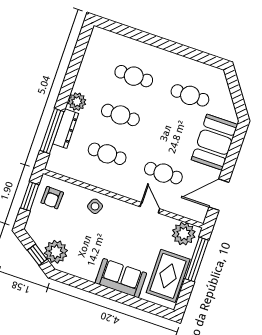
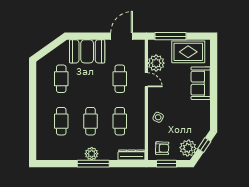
dresser: (66, 129) -> (132, 155), moved
window: (52, 131) -> (93, 164), moved
door: (219, 195) -> (122, 36), swing flipped
door: (150, 208) -> (146, 80), swing flipped
plant: (184, 234) -> (156, 63), moved
plant: (56, 252) -> (188, 148), moved

